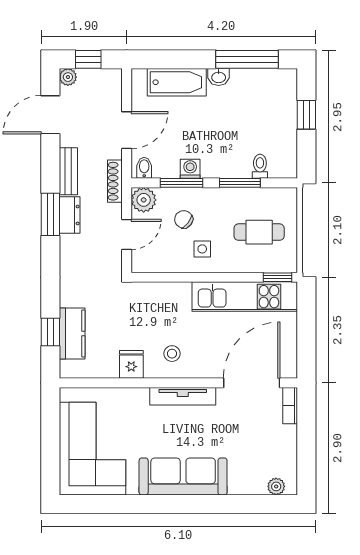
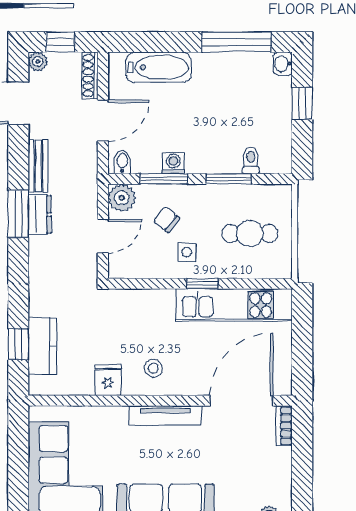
washbasin: (219, 77) -> (283, 64), moved, turned 90
shoe rack: (115, 181) -> (90, 76), moved
window: (278, 277) -> (202, 284), moved

